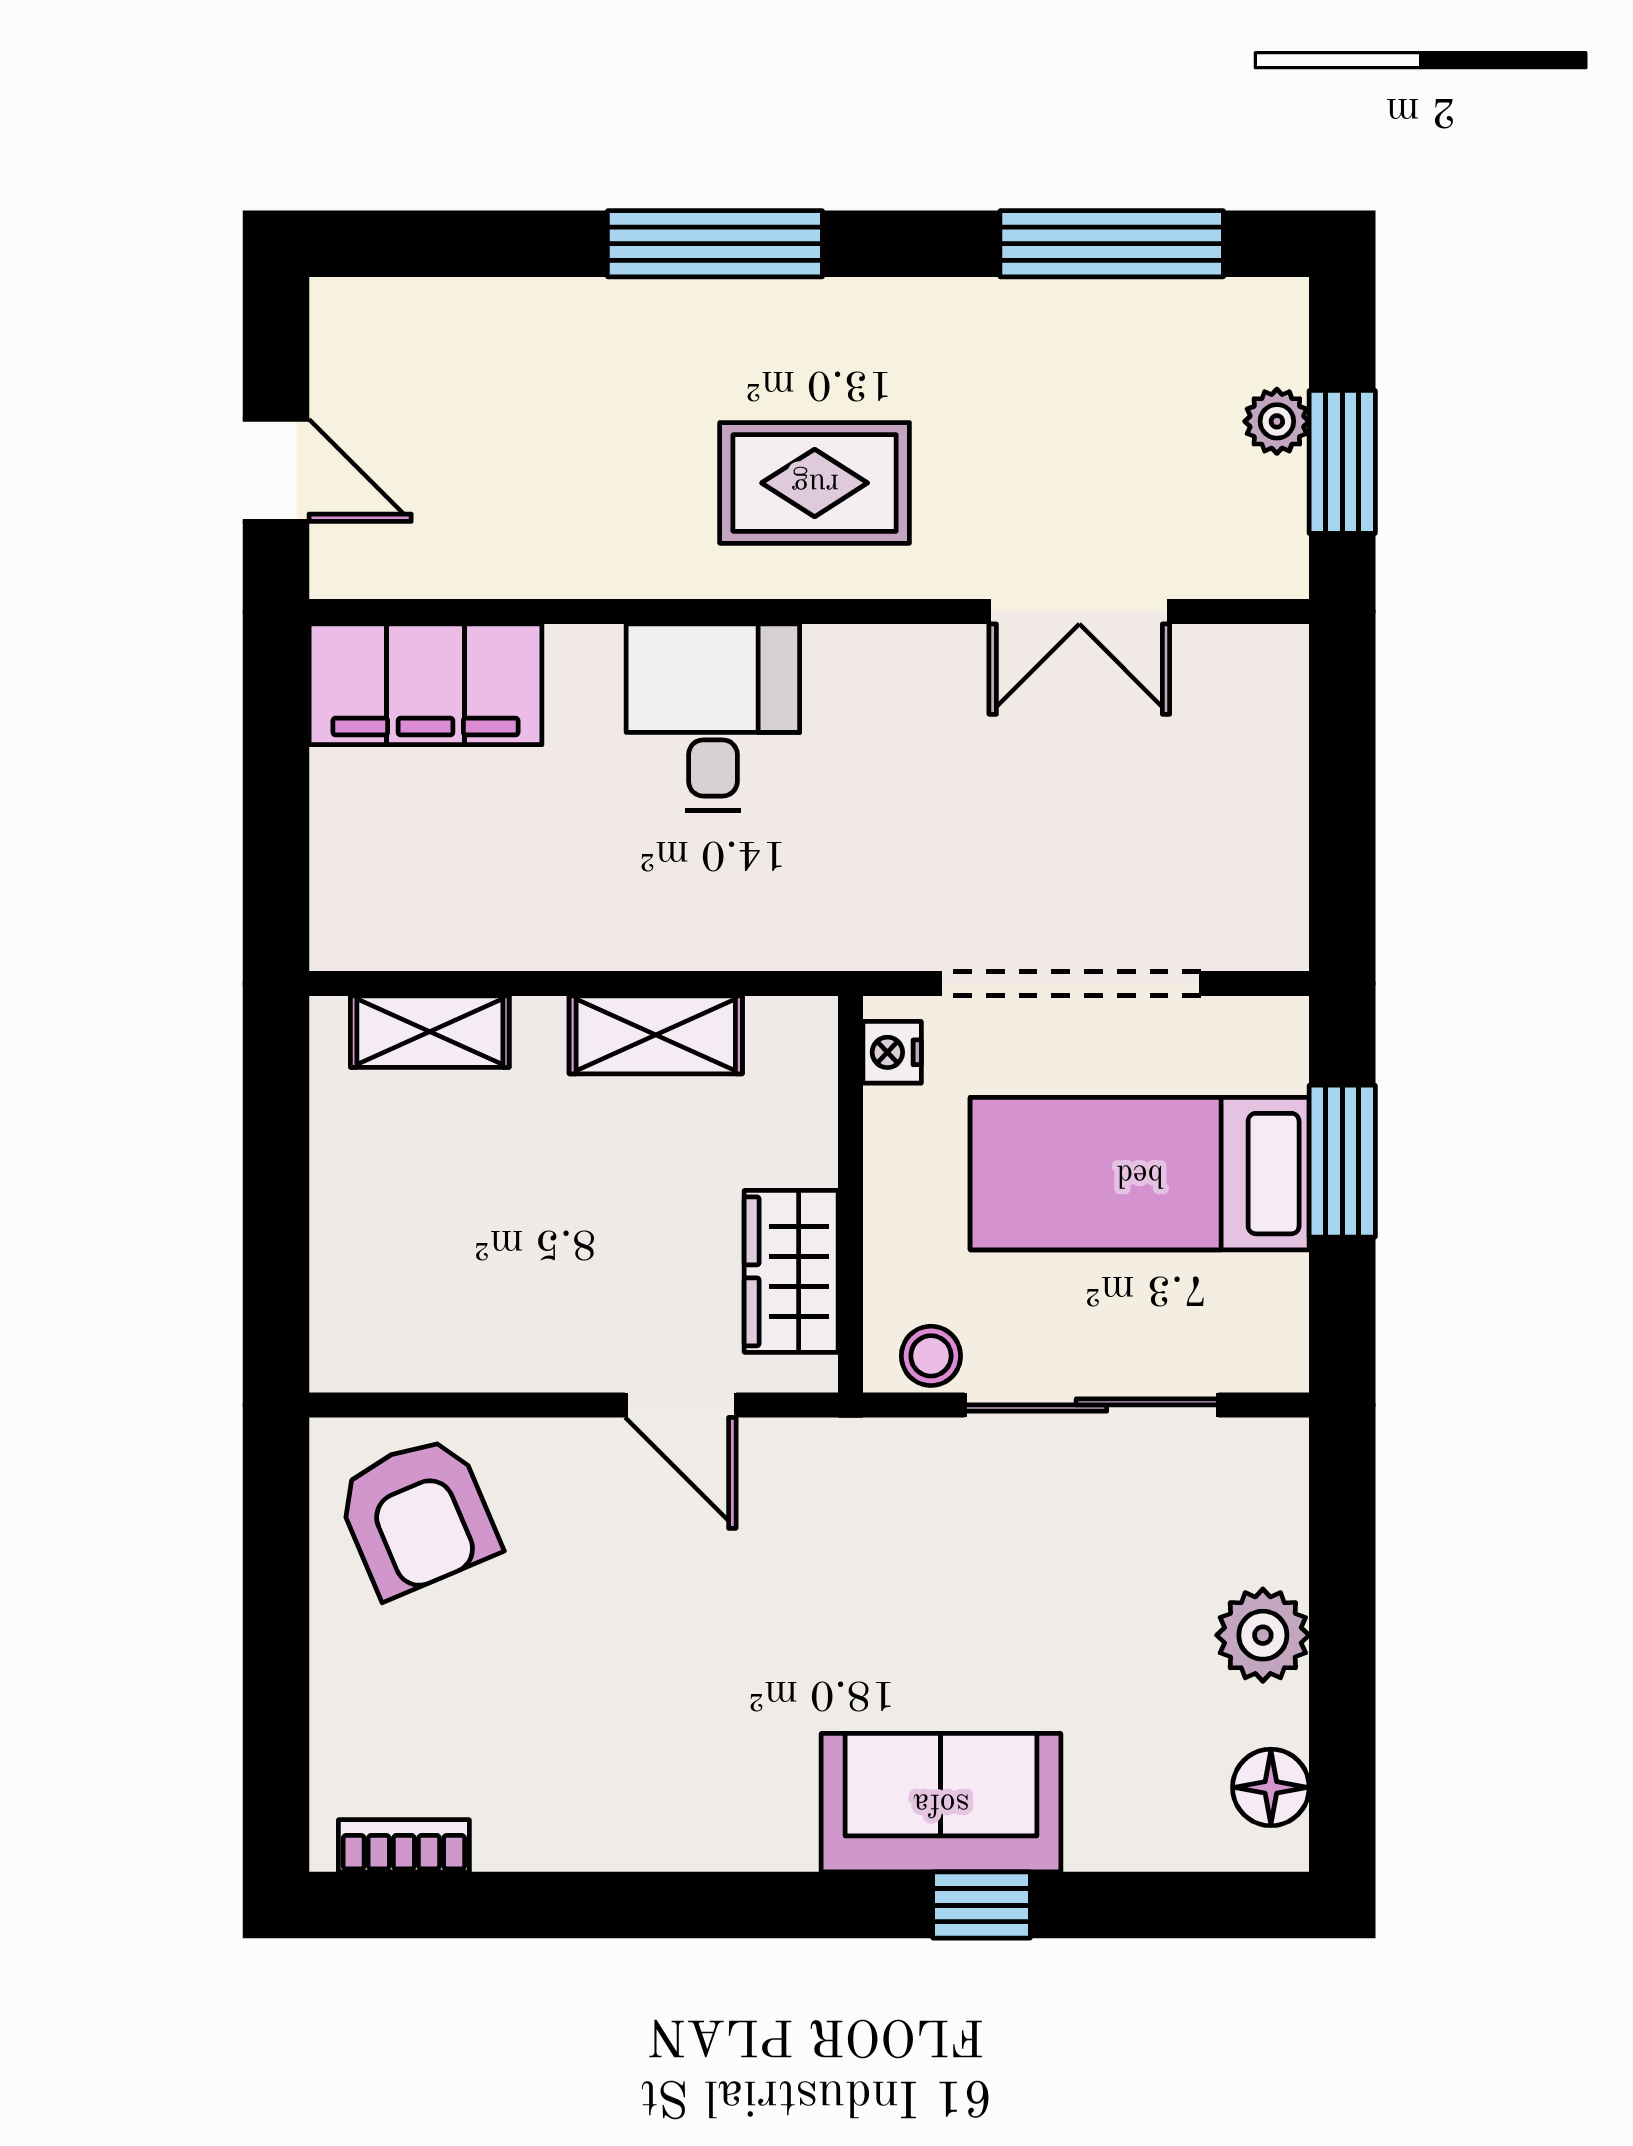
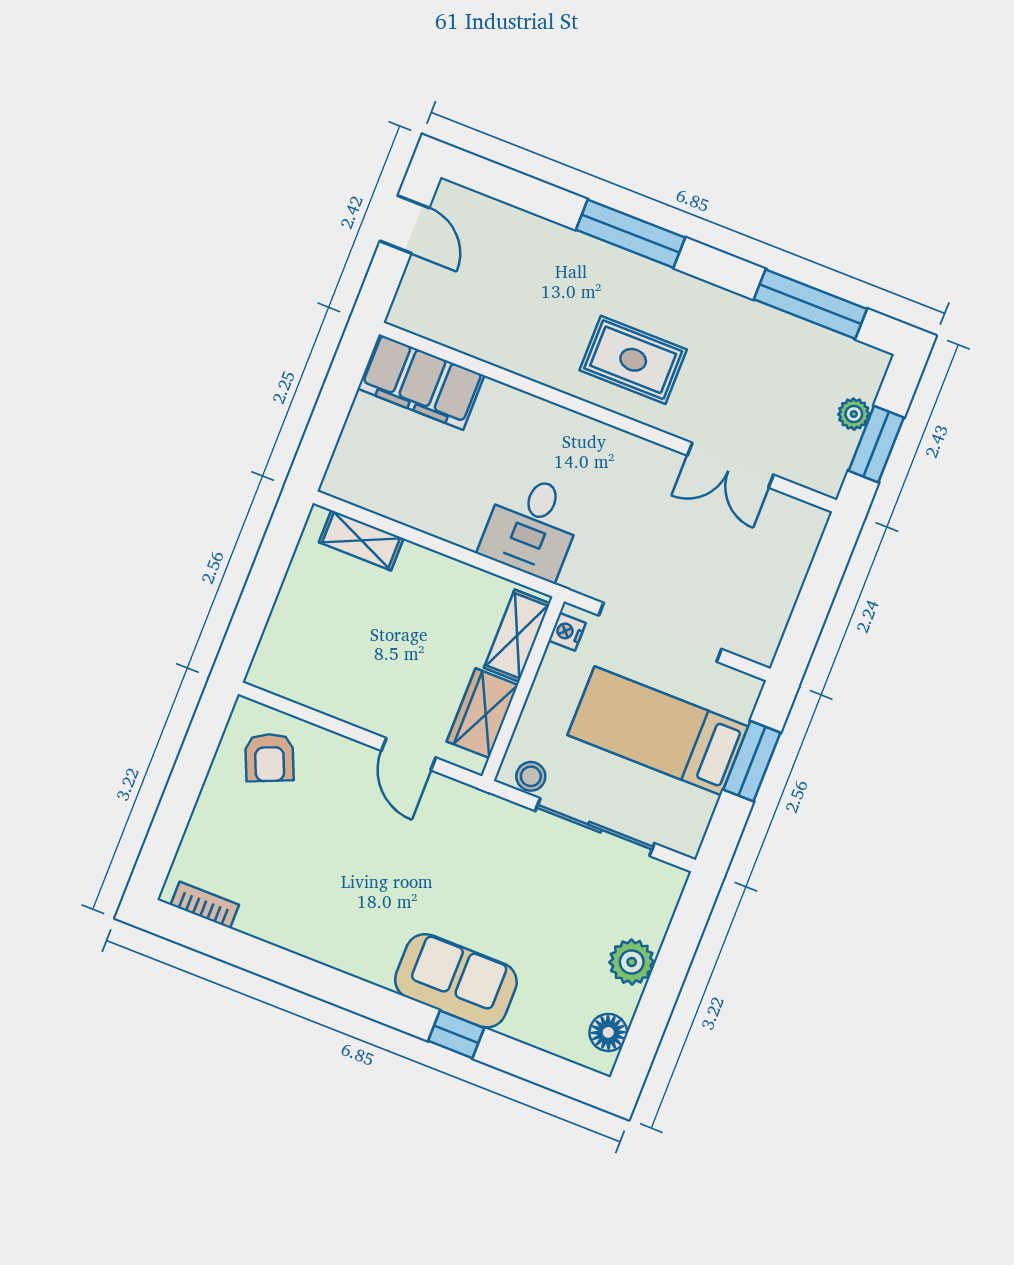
door: (276, 470) -> (404, 224), moved
desk: (713, 717) -> (532, 526), moved, turned 180
shelving: (656, 1035) -> (517, 636), moved, turned 90
armchair: (417, 1516) -> (269, 758), width x0.72, depth x0.72

